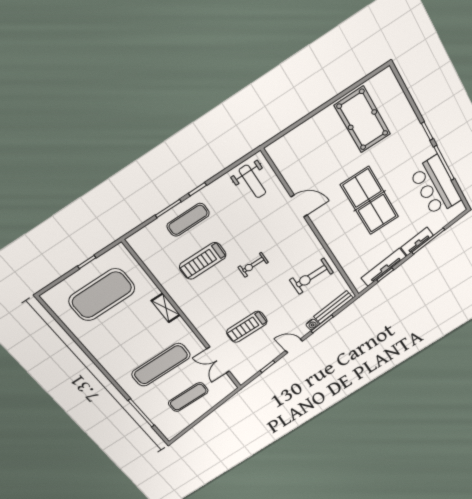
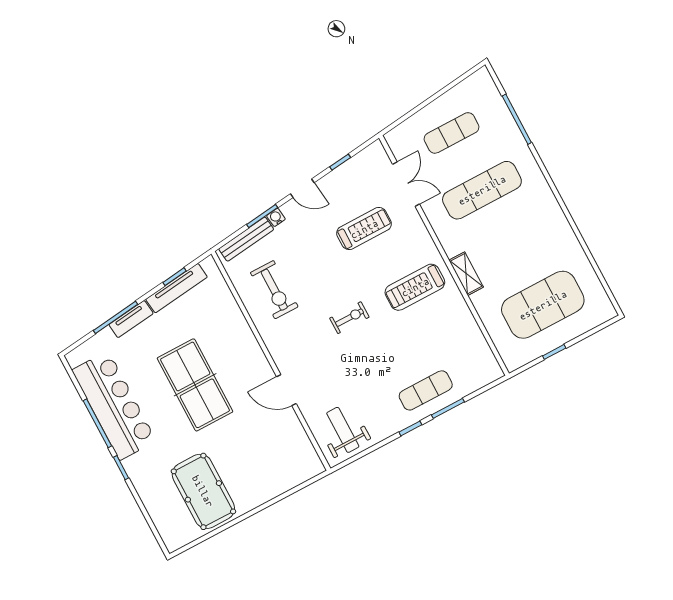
bar counter: (436, 186) -> (114, 406), width x1.36
treadmill: (203, 261) -> (415, 287), moved, turned 180
exercise bike: (311, 276) -> (274, 290), turned 90

